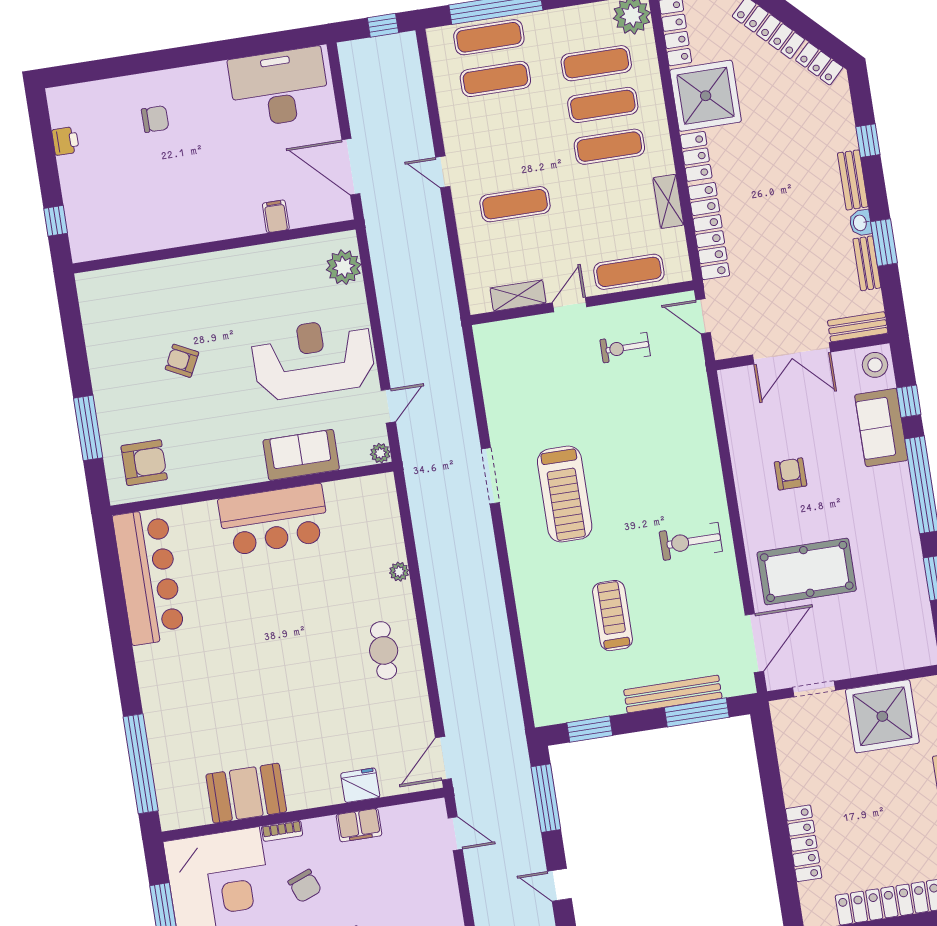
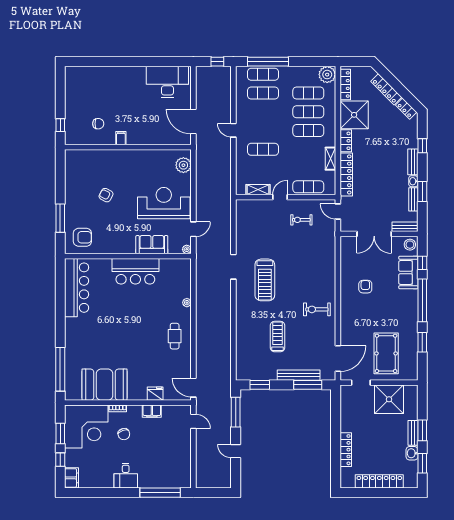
chair: (155, 119) -> (98, 124), moved
printer: (65, 141) -> (70, 91), removed
filing cabinet: (276, 216) -> (121, 138), moved
pool table: (807, 571) -> (386, 353), moved, turned 90
door: (443, 758) -> (193, 388), hinge flipped
booth: (246, 793) -> (105, 385), width x1.36, depth x1.42

